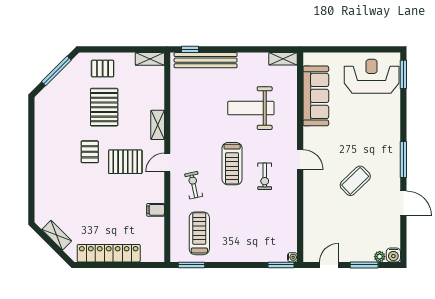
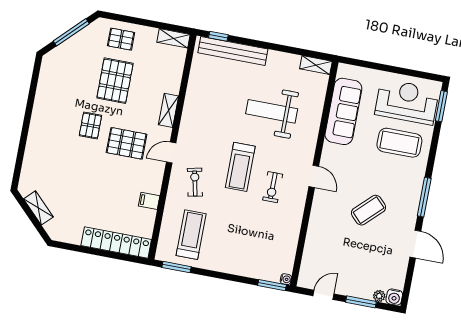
coffee table: (372, 115) -> (399, 143), added
locker: (109, 253) -> (116, 243), moved

